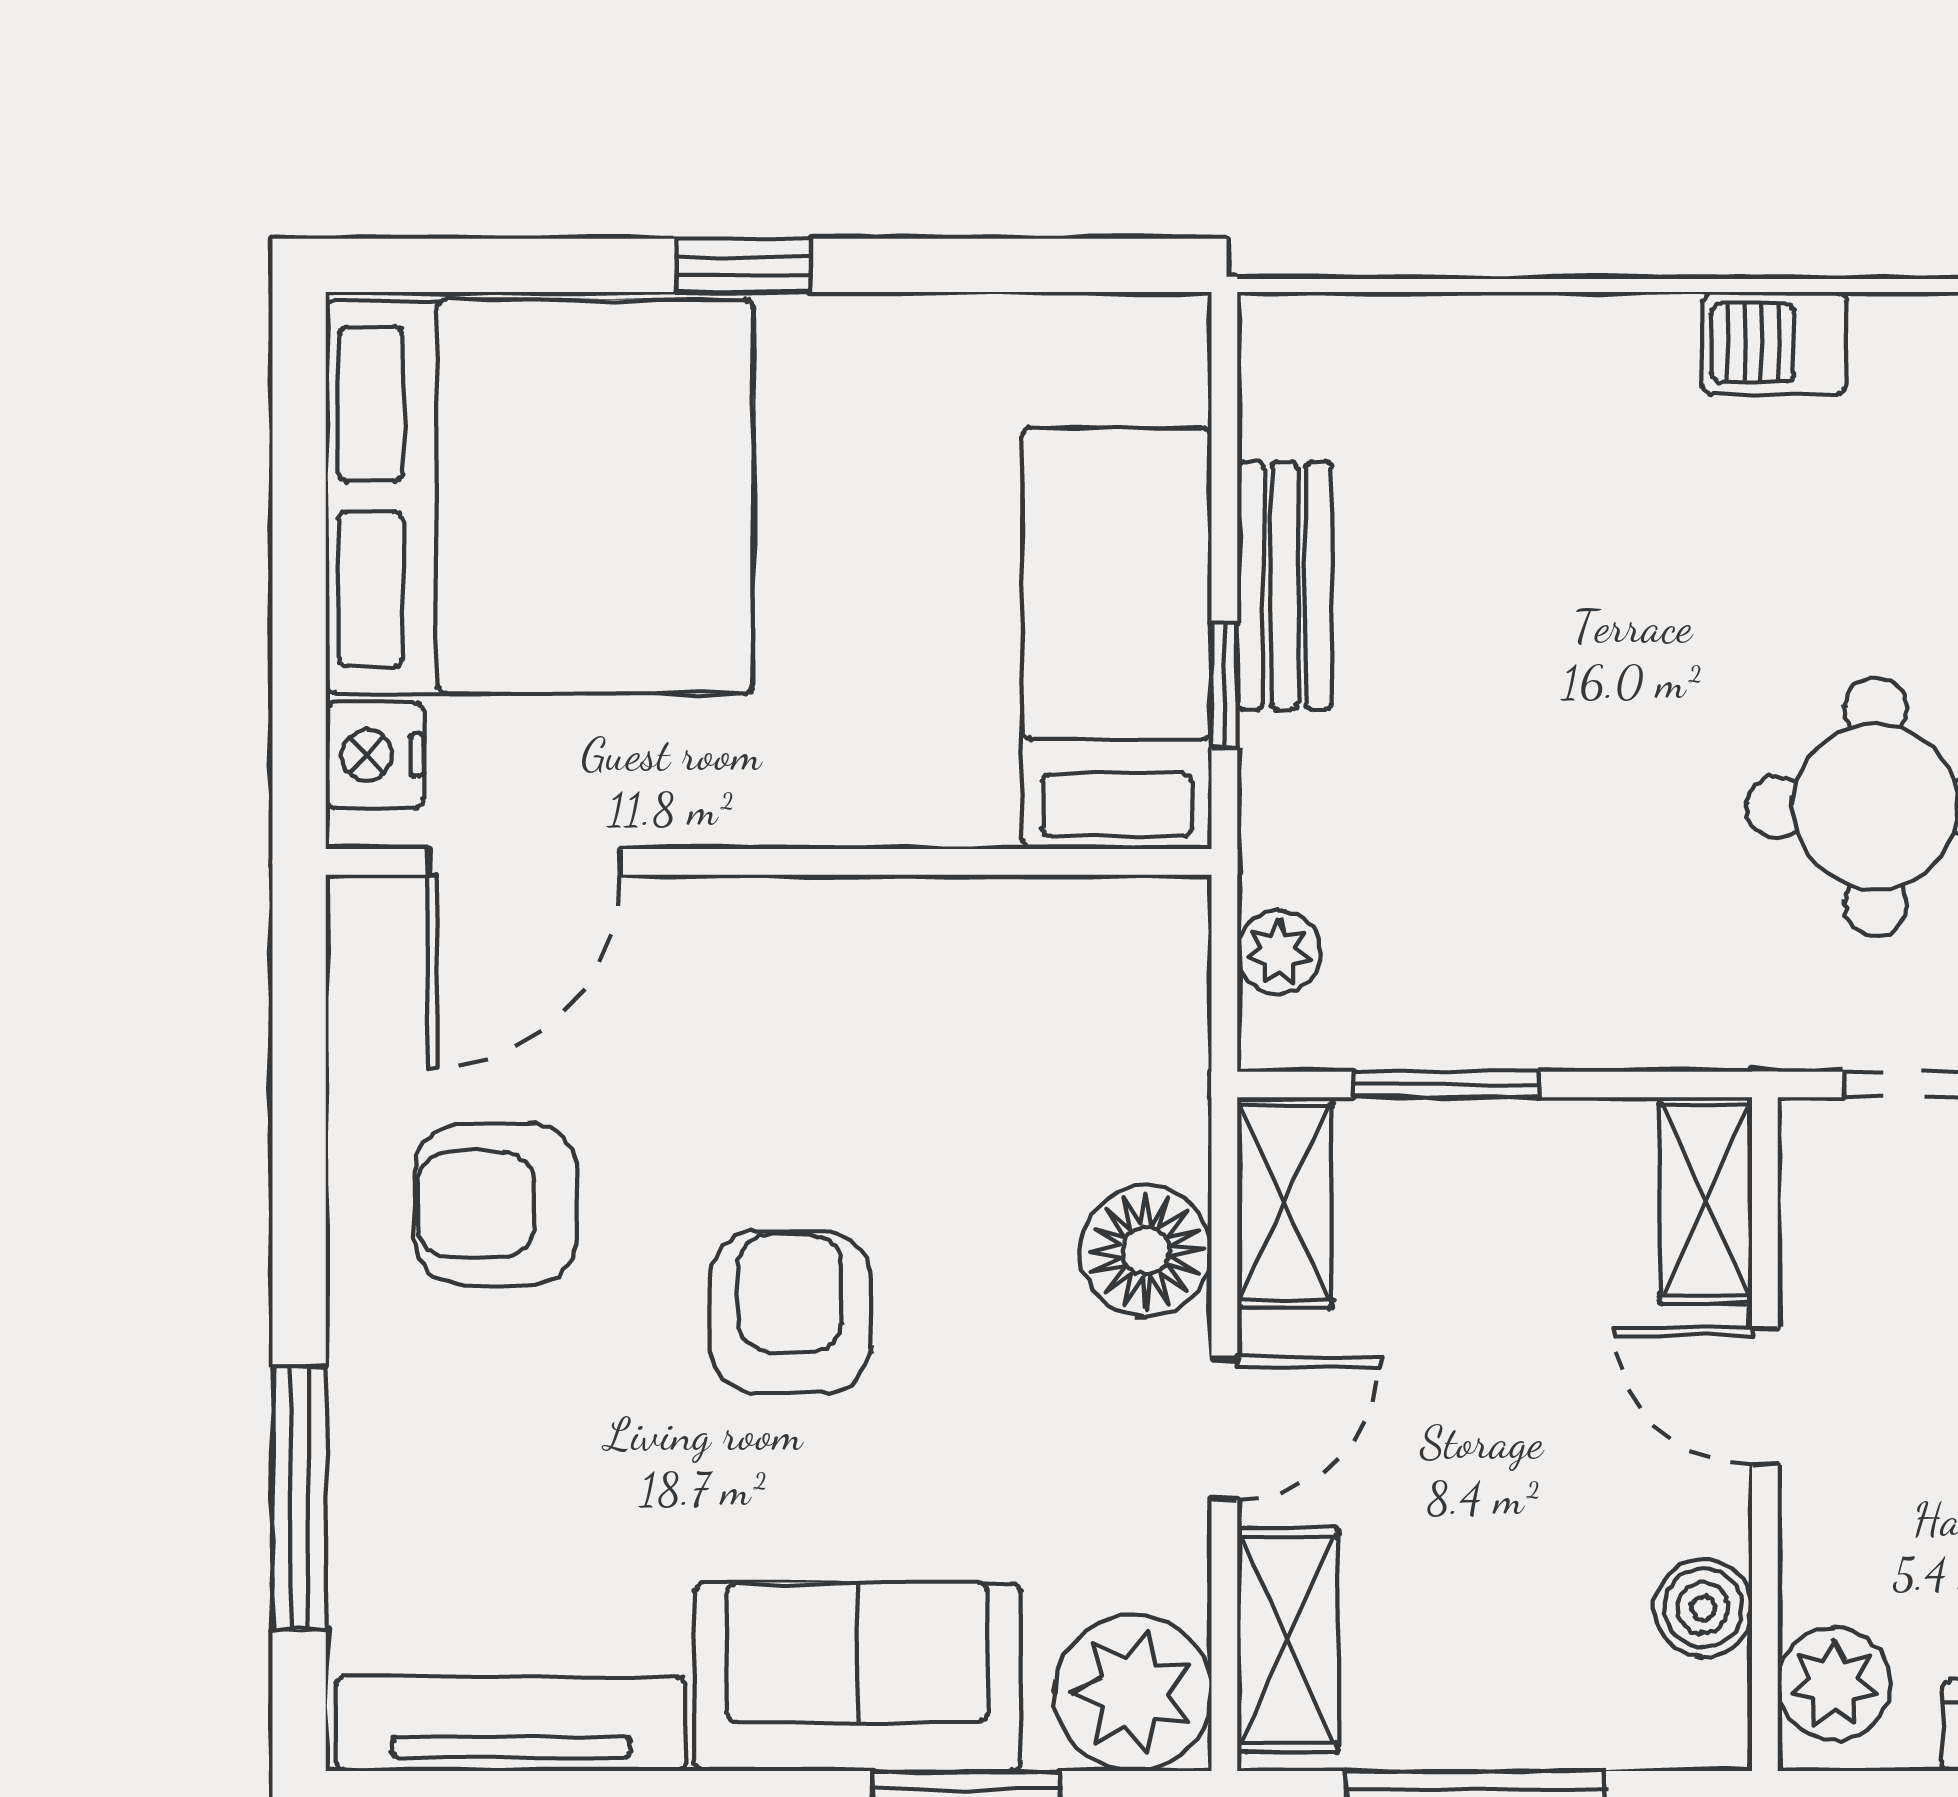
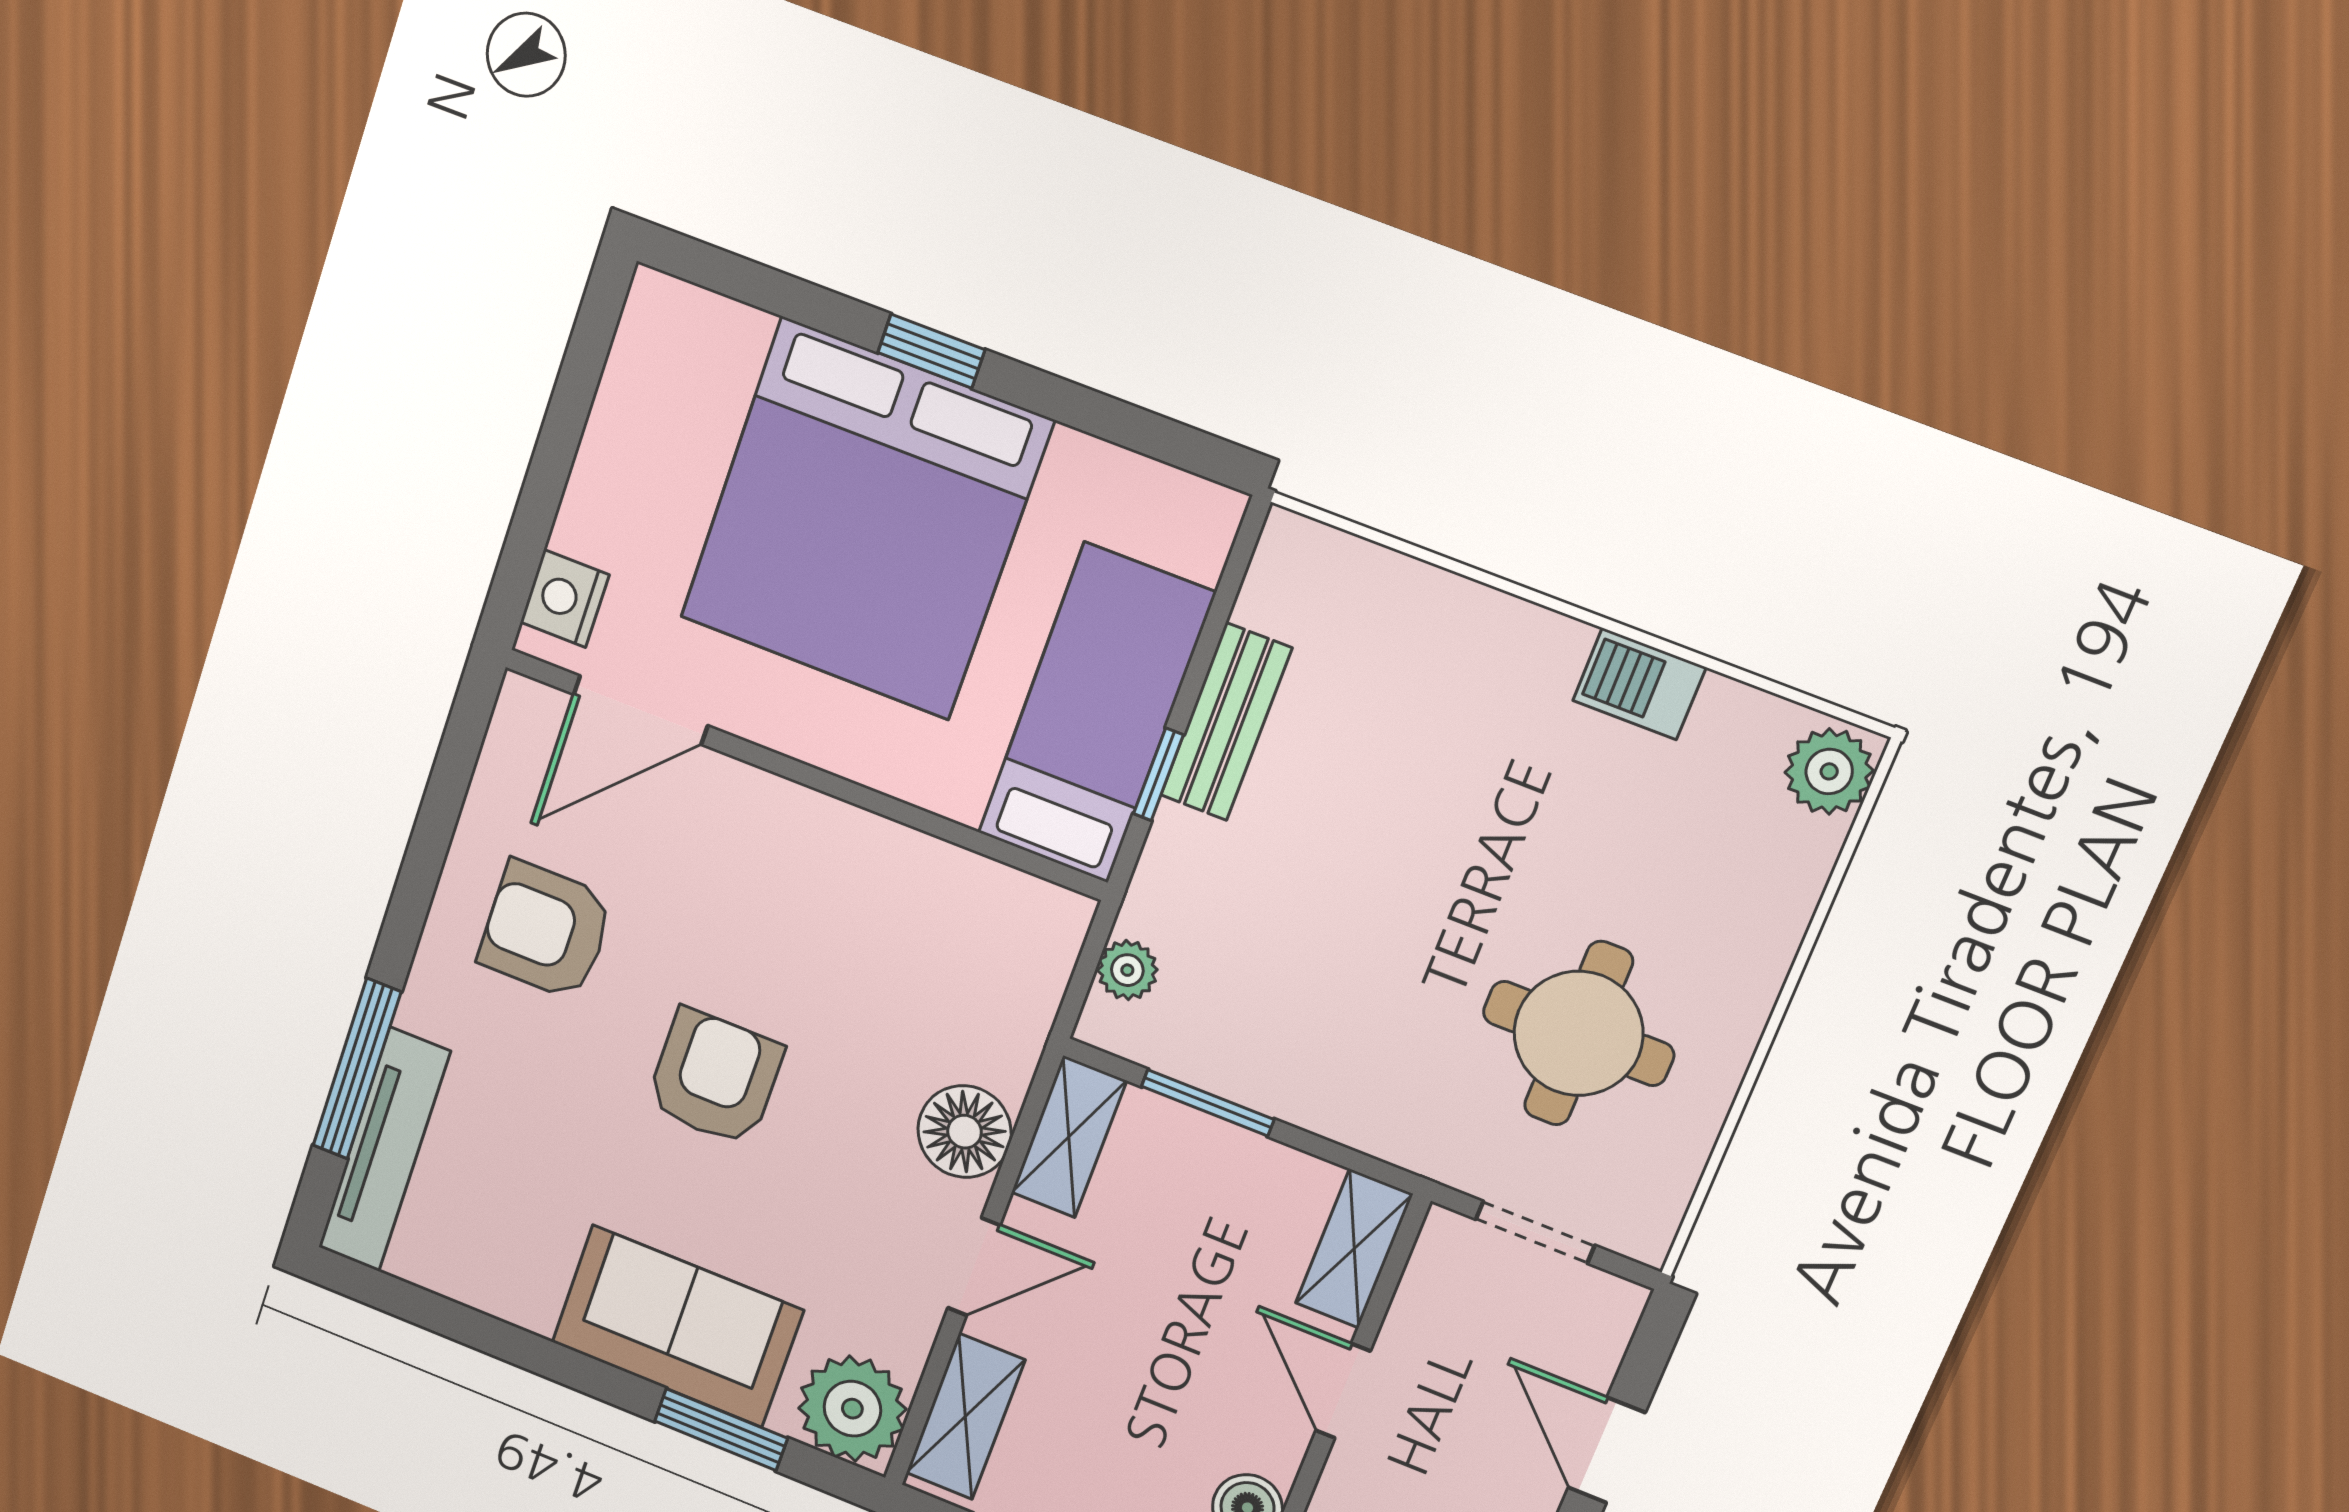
bed: (540, 497) -> (866, 519), moved, turned 90
tv unit: (511, 1724) -> (384, 1150), moved, turned 90

